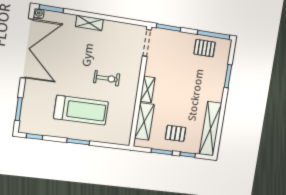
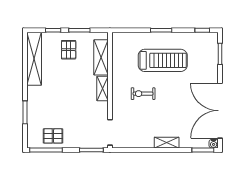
treadmill: (81, 110) -> (163, 60), turned 180
pallet: (176, 133) -> (69, 50), turned 90

